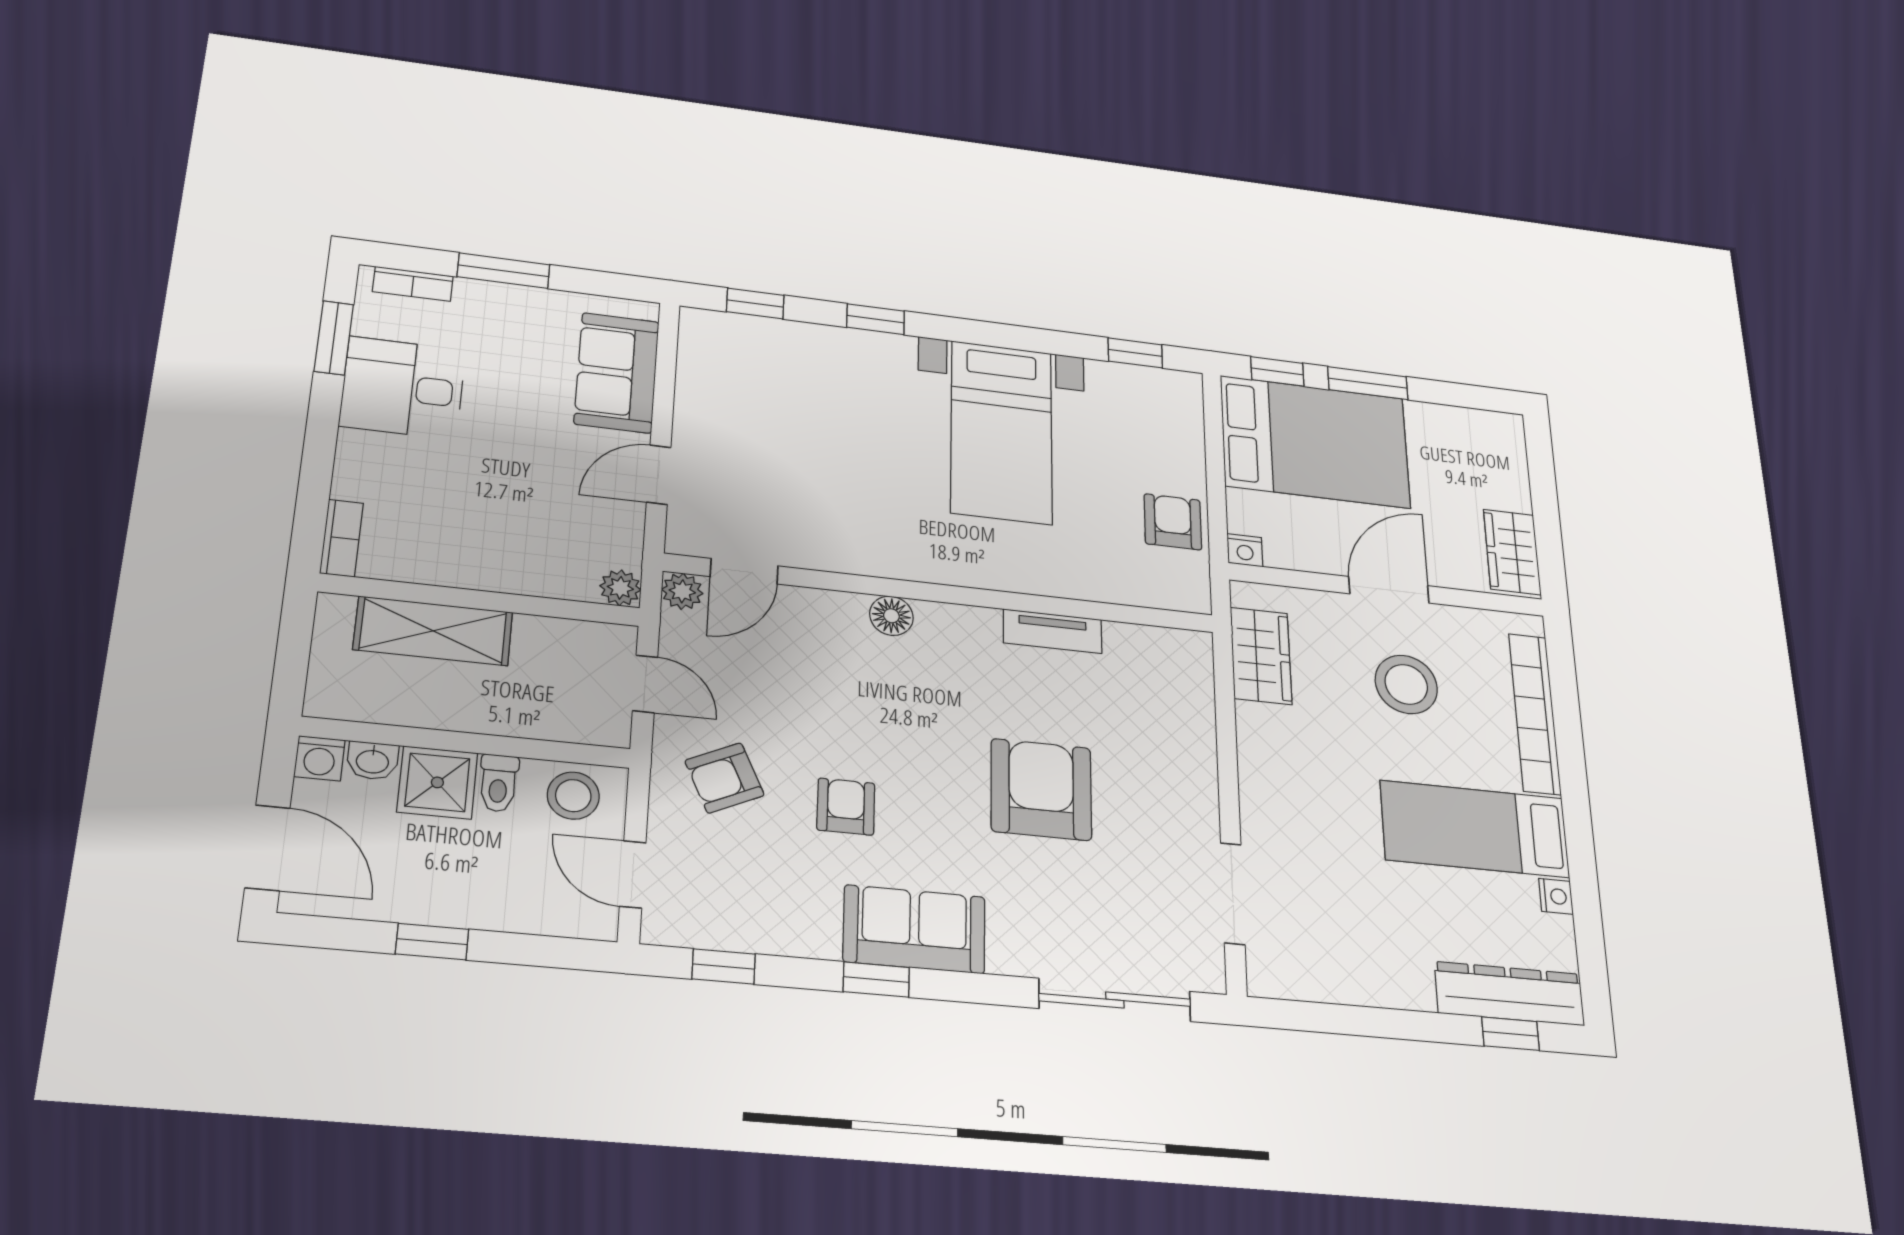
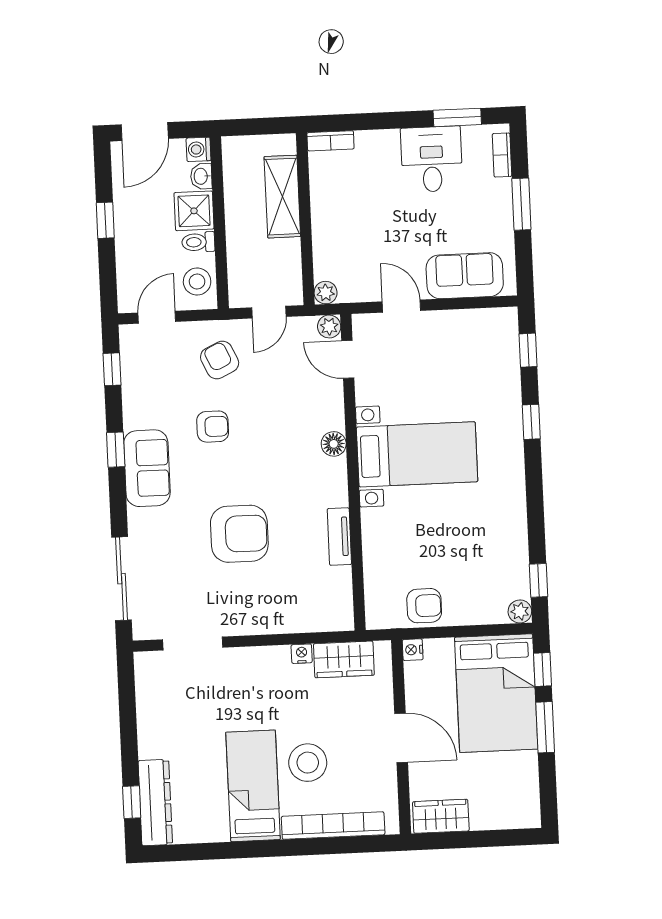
plant: (1185, 387) -> (520, 611), added
bed with nightstands: (1002, 432) -> (417, 454), moved, turned 180
stool: (1406, 684) -> (308, 763), moved
nightstand: (1556, 896) -> (302, 654), moved, turned 180

